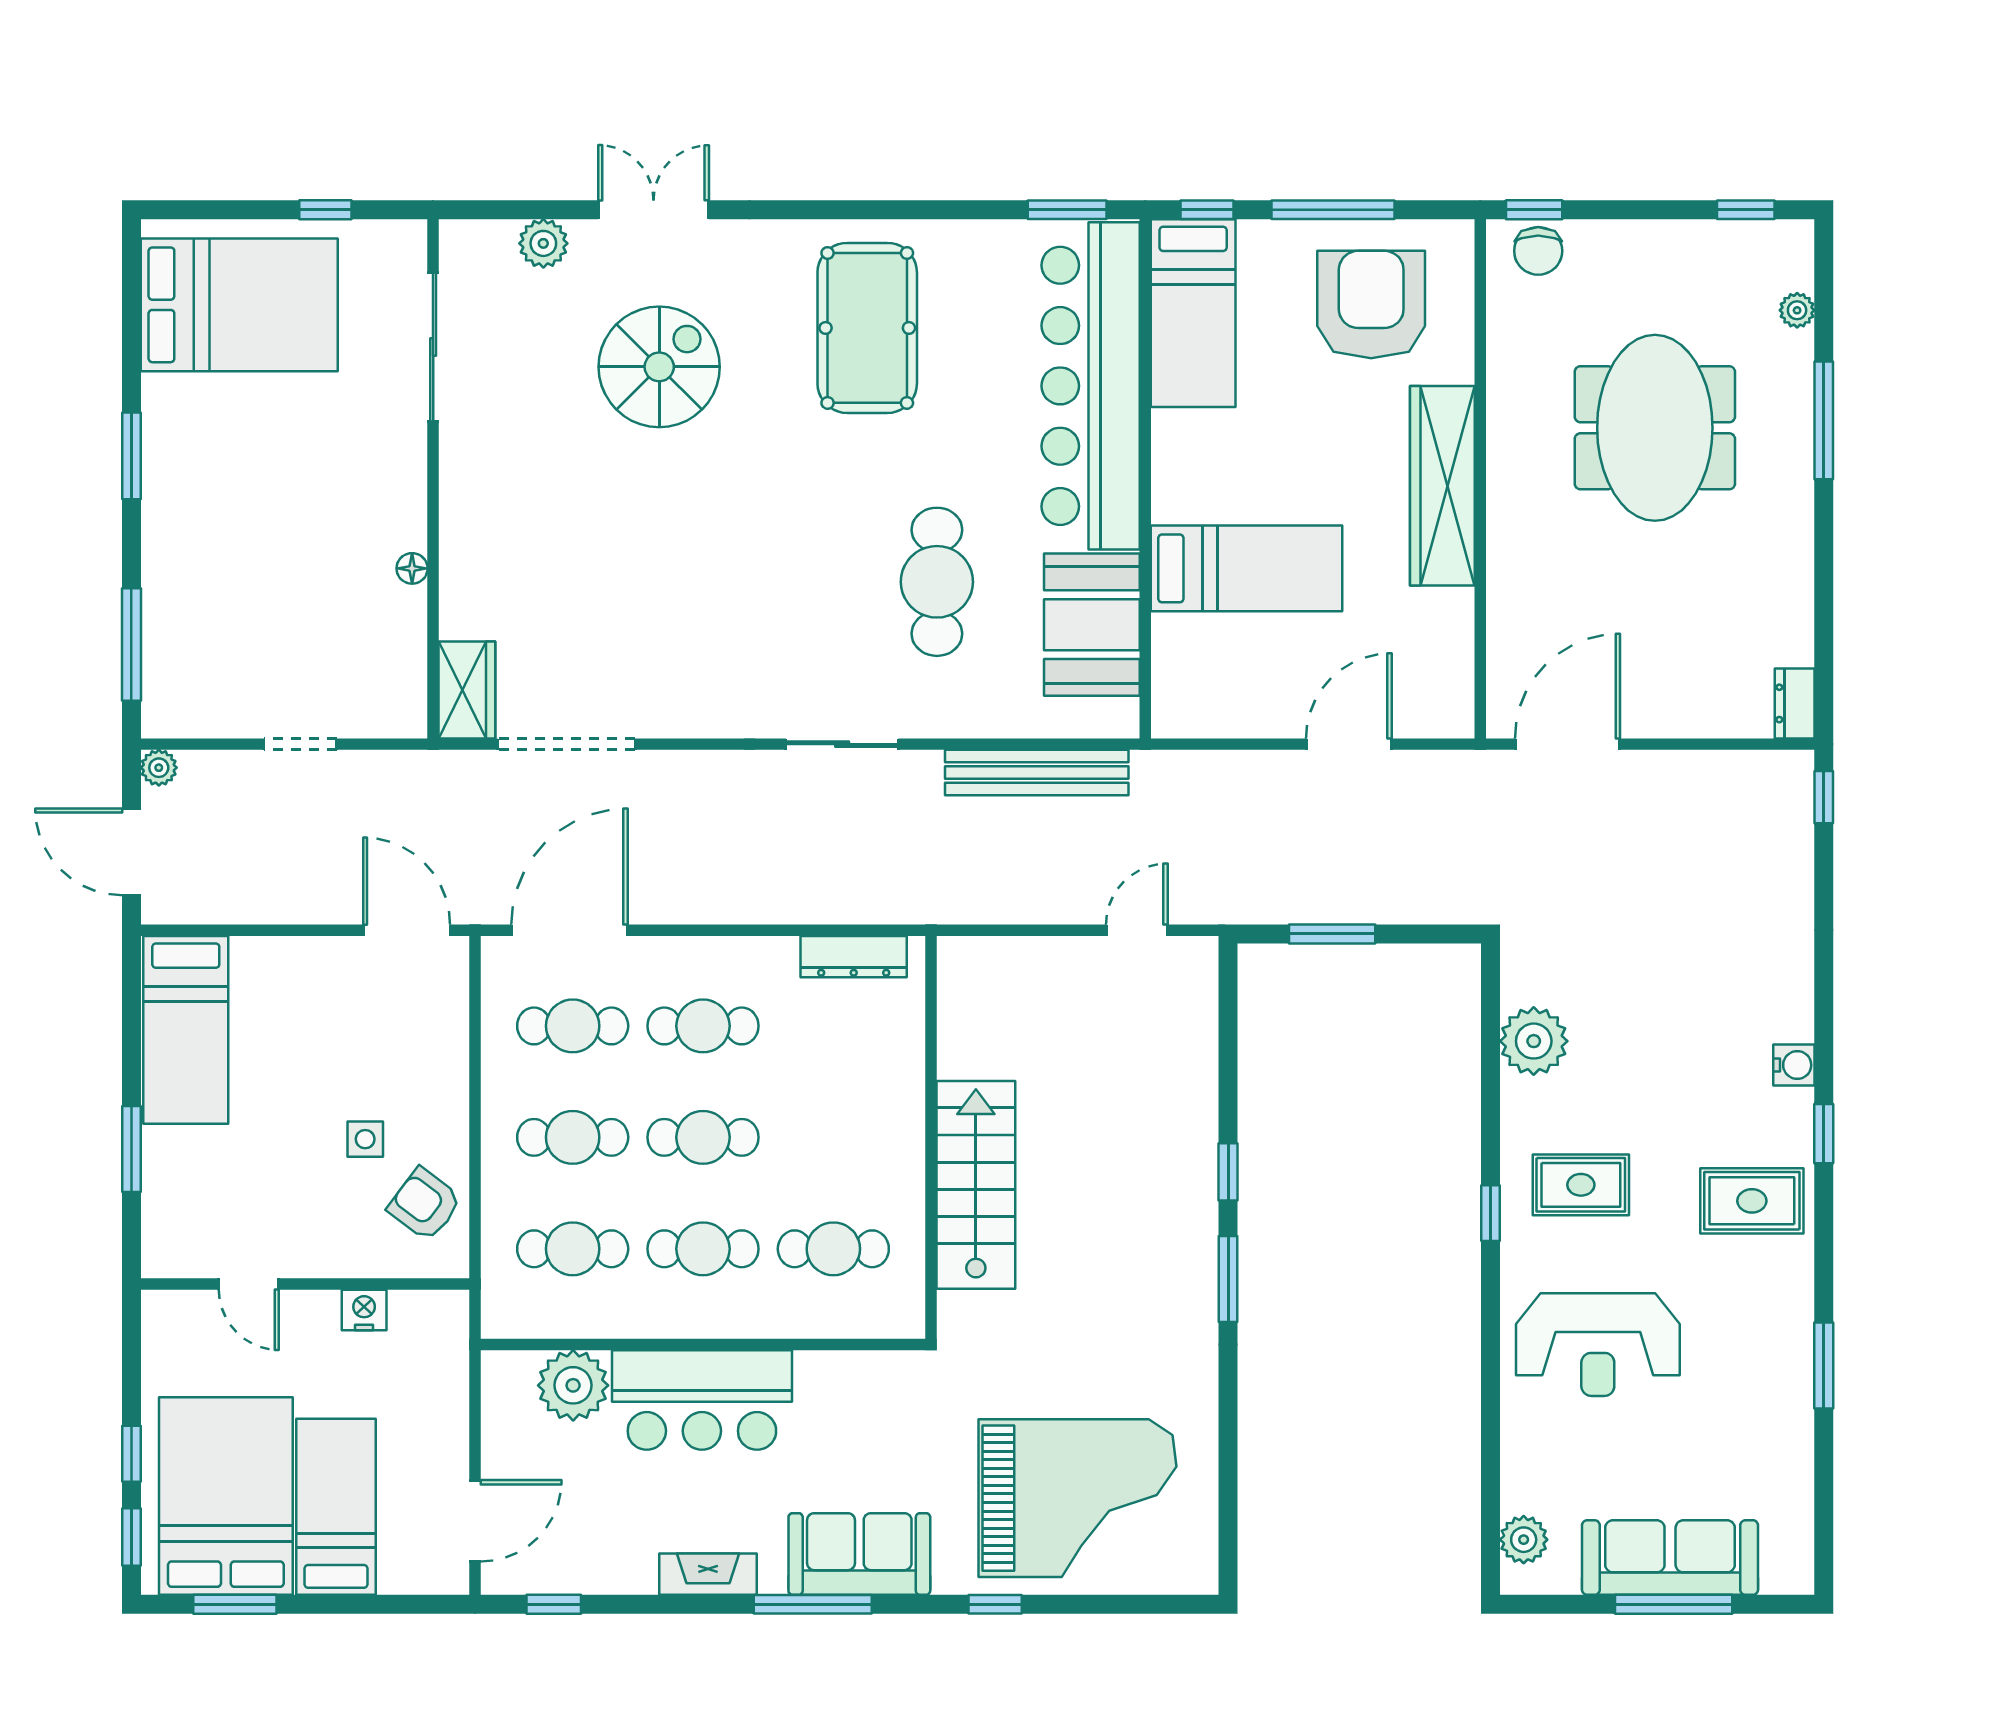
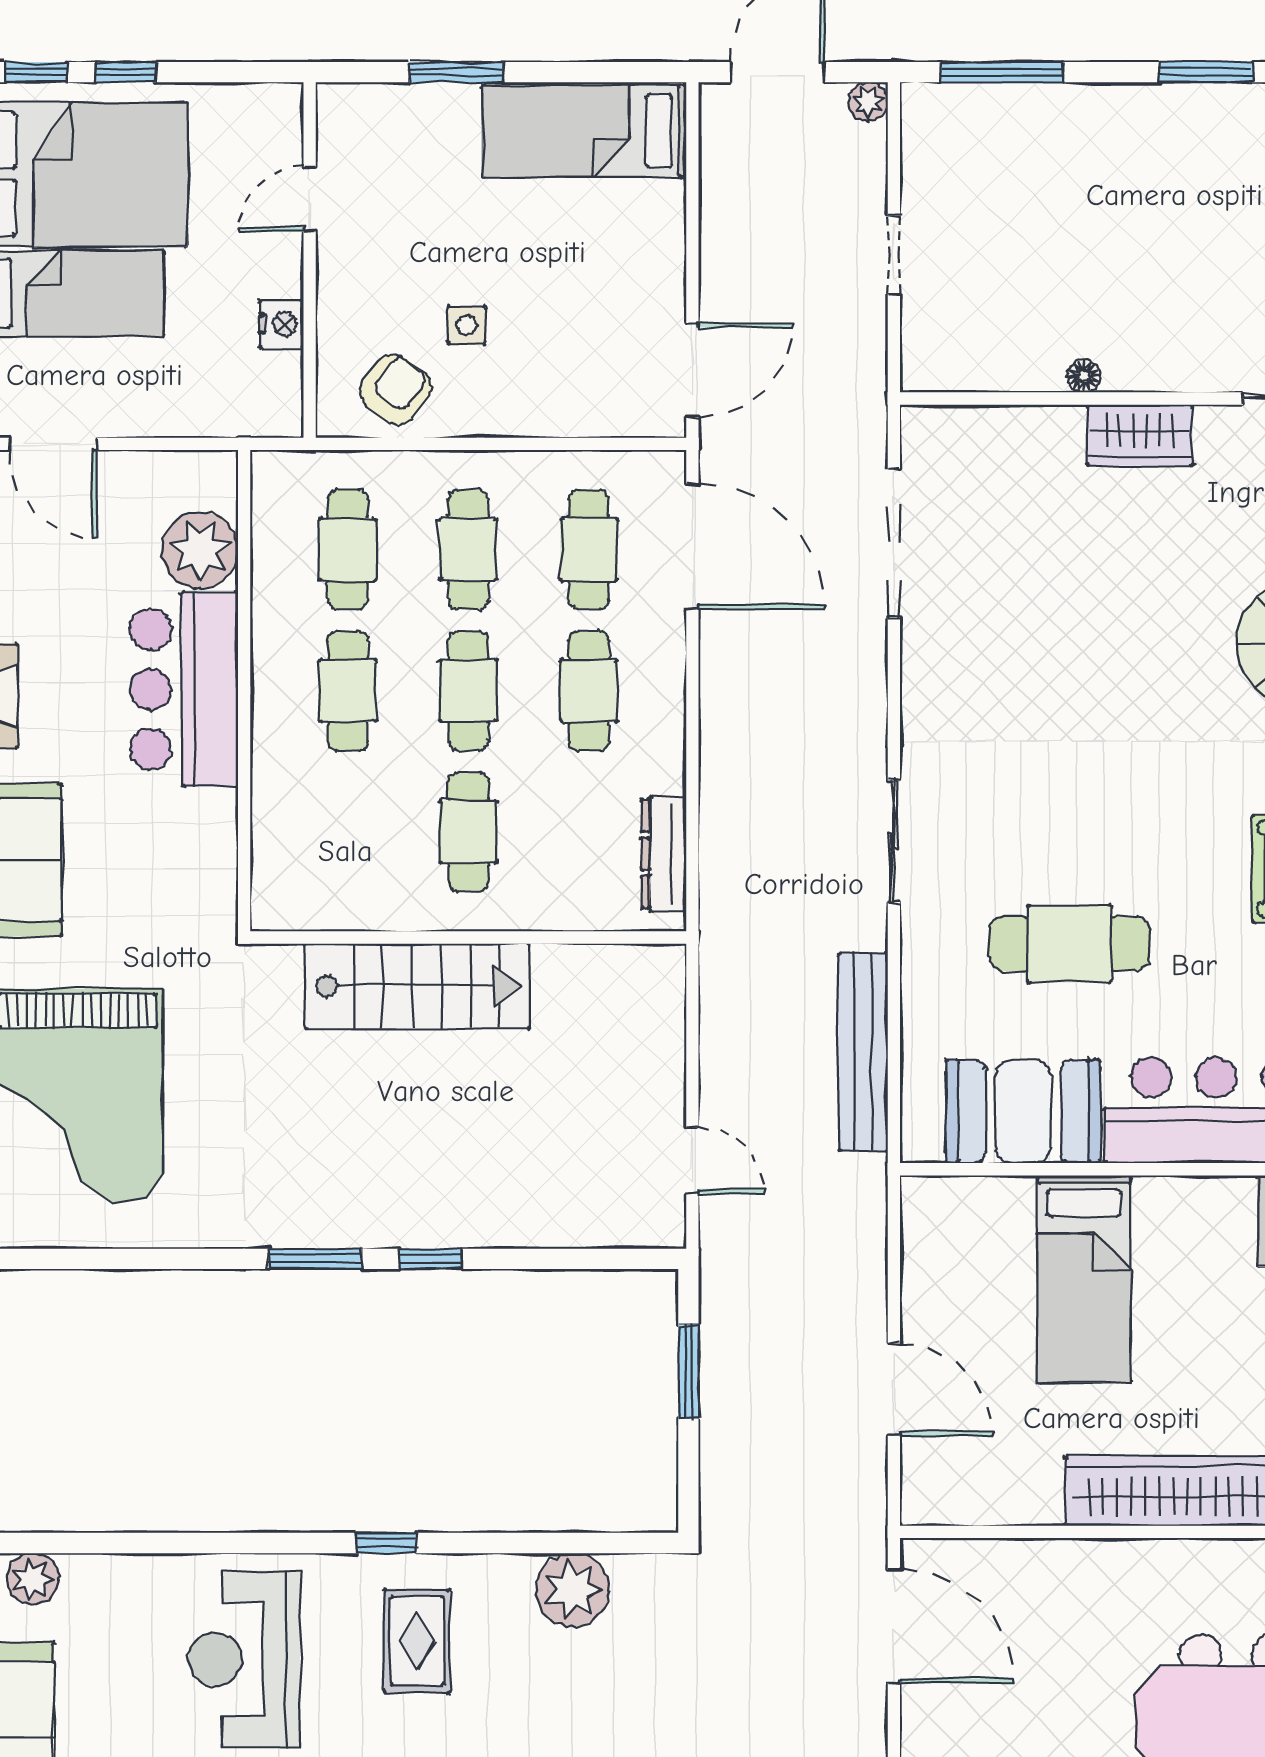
wardrobe: (467, 690) -> (1140, 435), moved
cafe table: (833, 1249) -> (468, 832), moved

